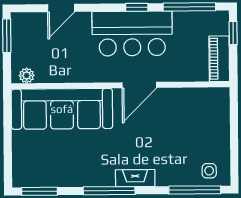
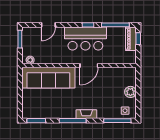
piano: (219, 59) -> (131, 39), moved
plant: (219, 135) -> (130, 92), added

